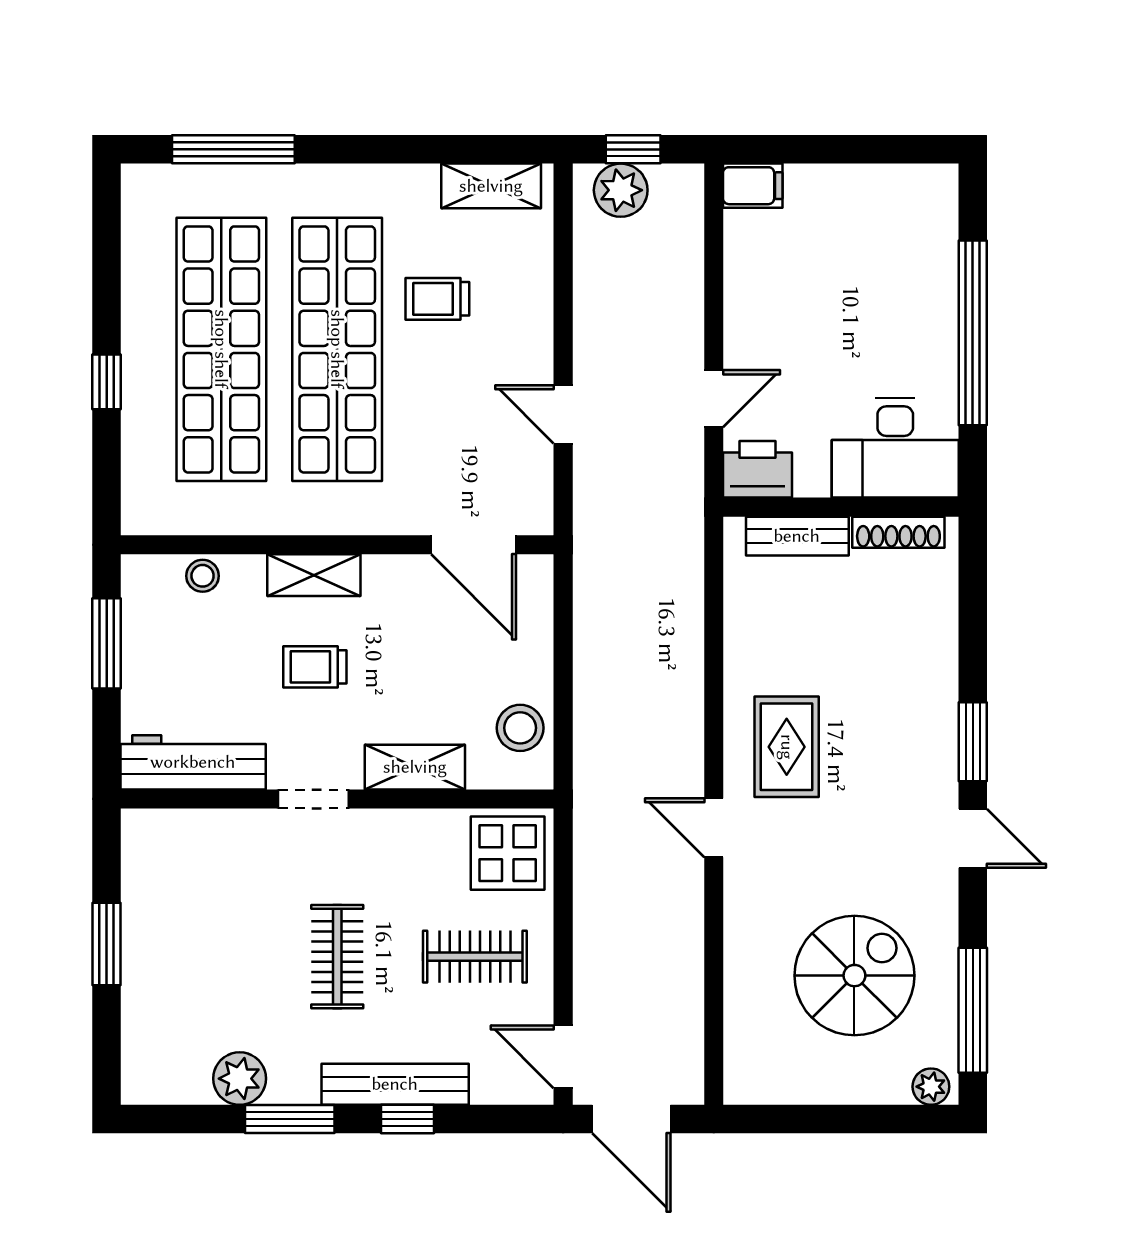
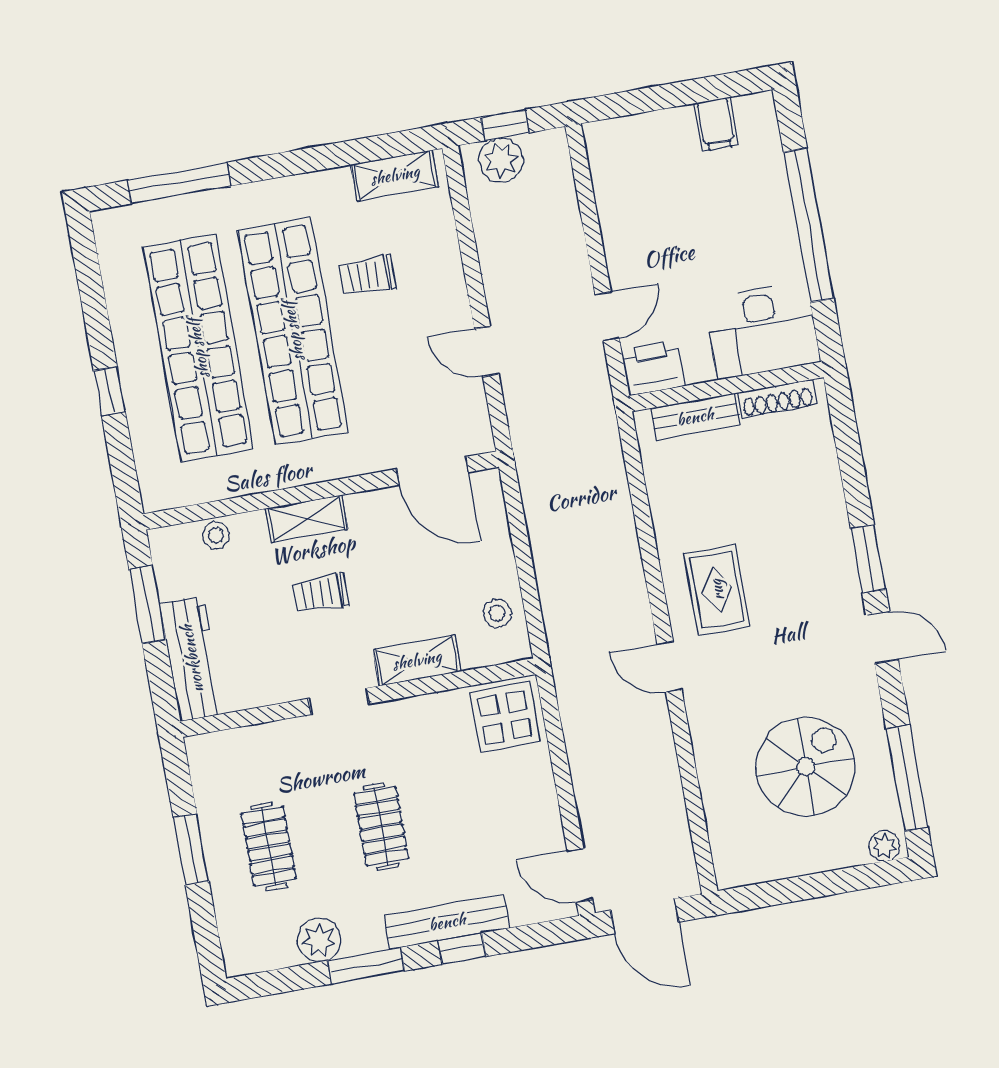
filing cabinet: (753, 186) -> (716, 124), moved, turned 90
stool: (520, 728) -> (497, 613), width x0.73, depth x0.73
workbench: (193, 762) -> (192, 659), moved, turned 90
clothes rail: (475, 957) -> (269, 846), moved, turned 90

